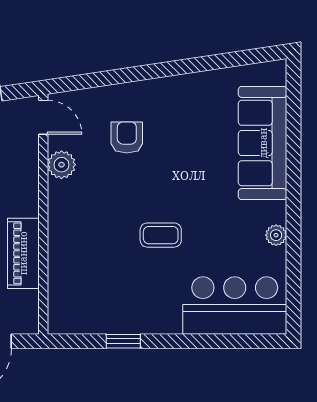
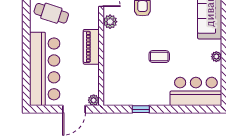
piano: (23, 253) -> (91, 47), moved
plant: (28, 323) -> (94, 100), added

